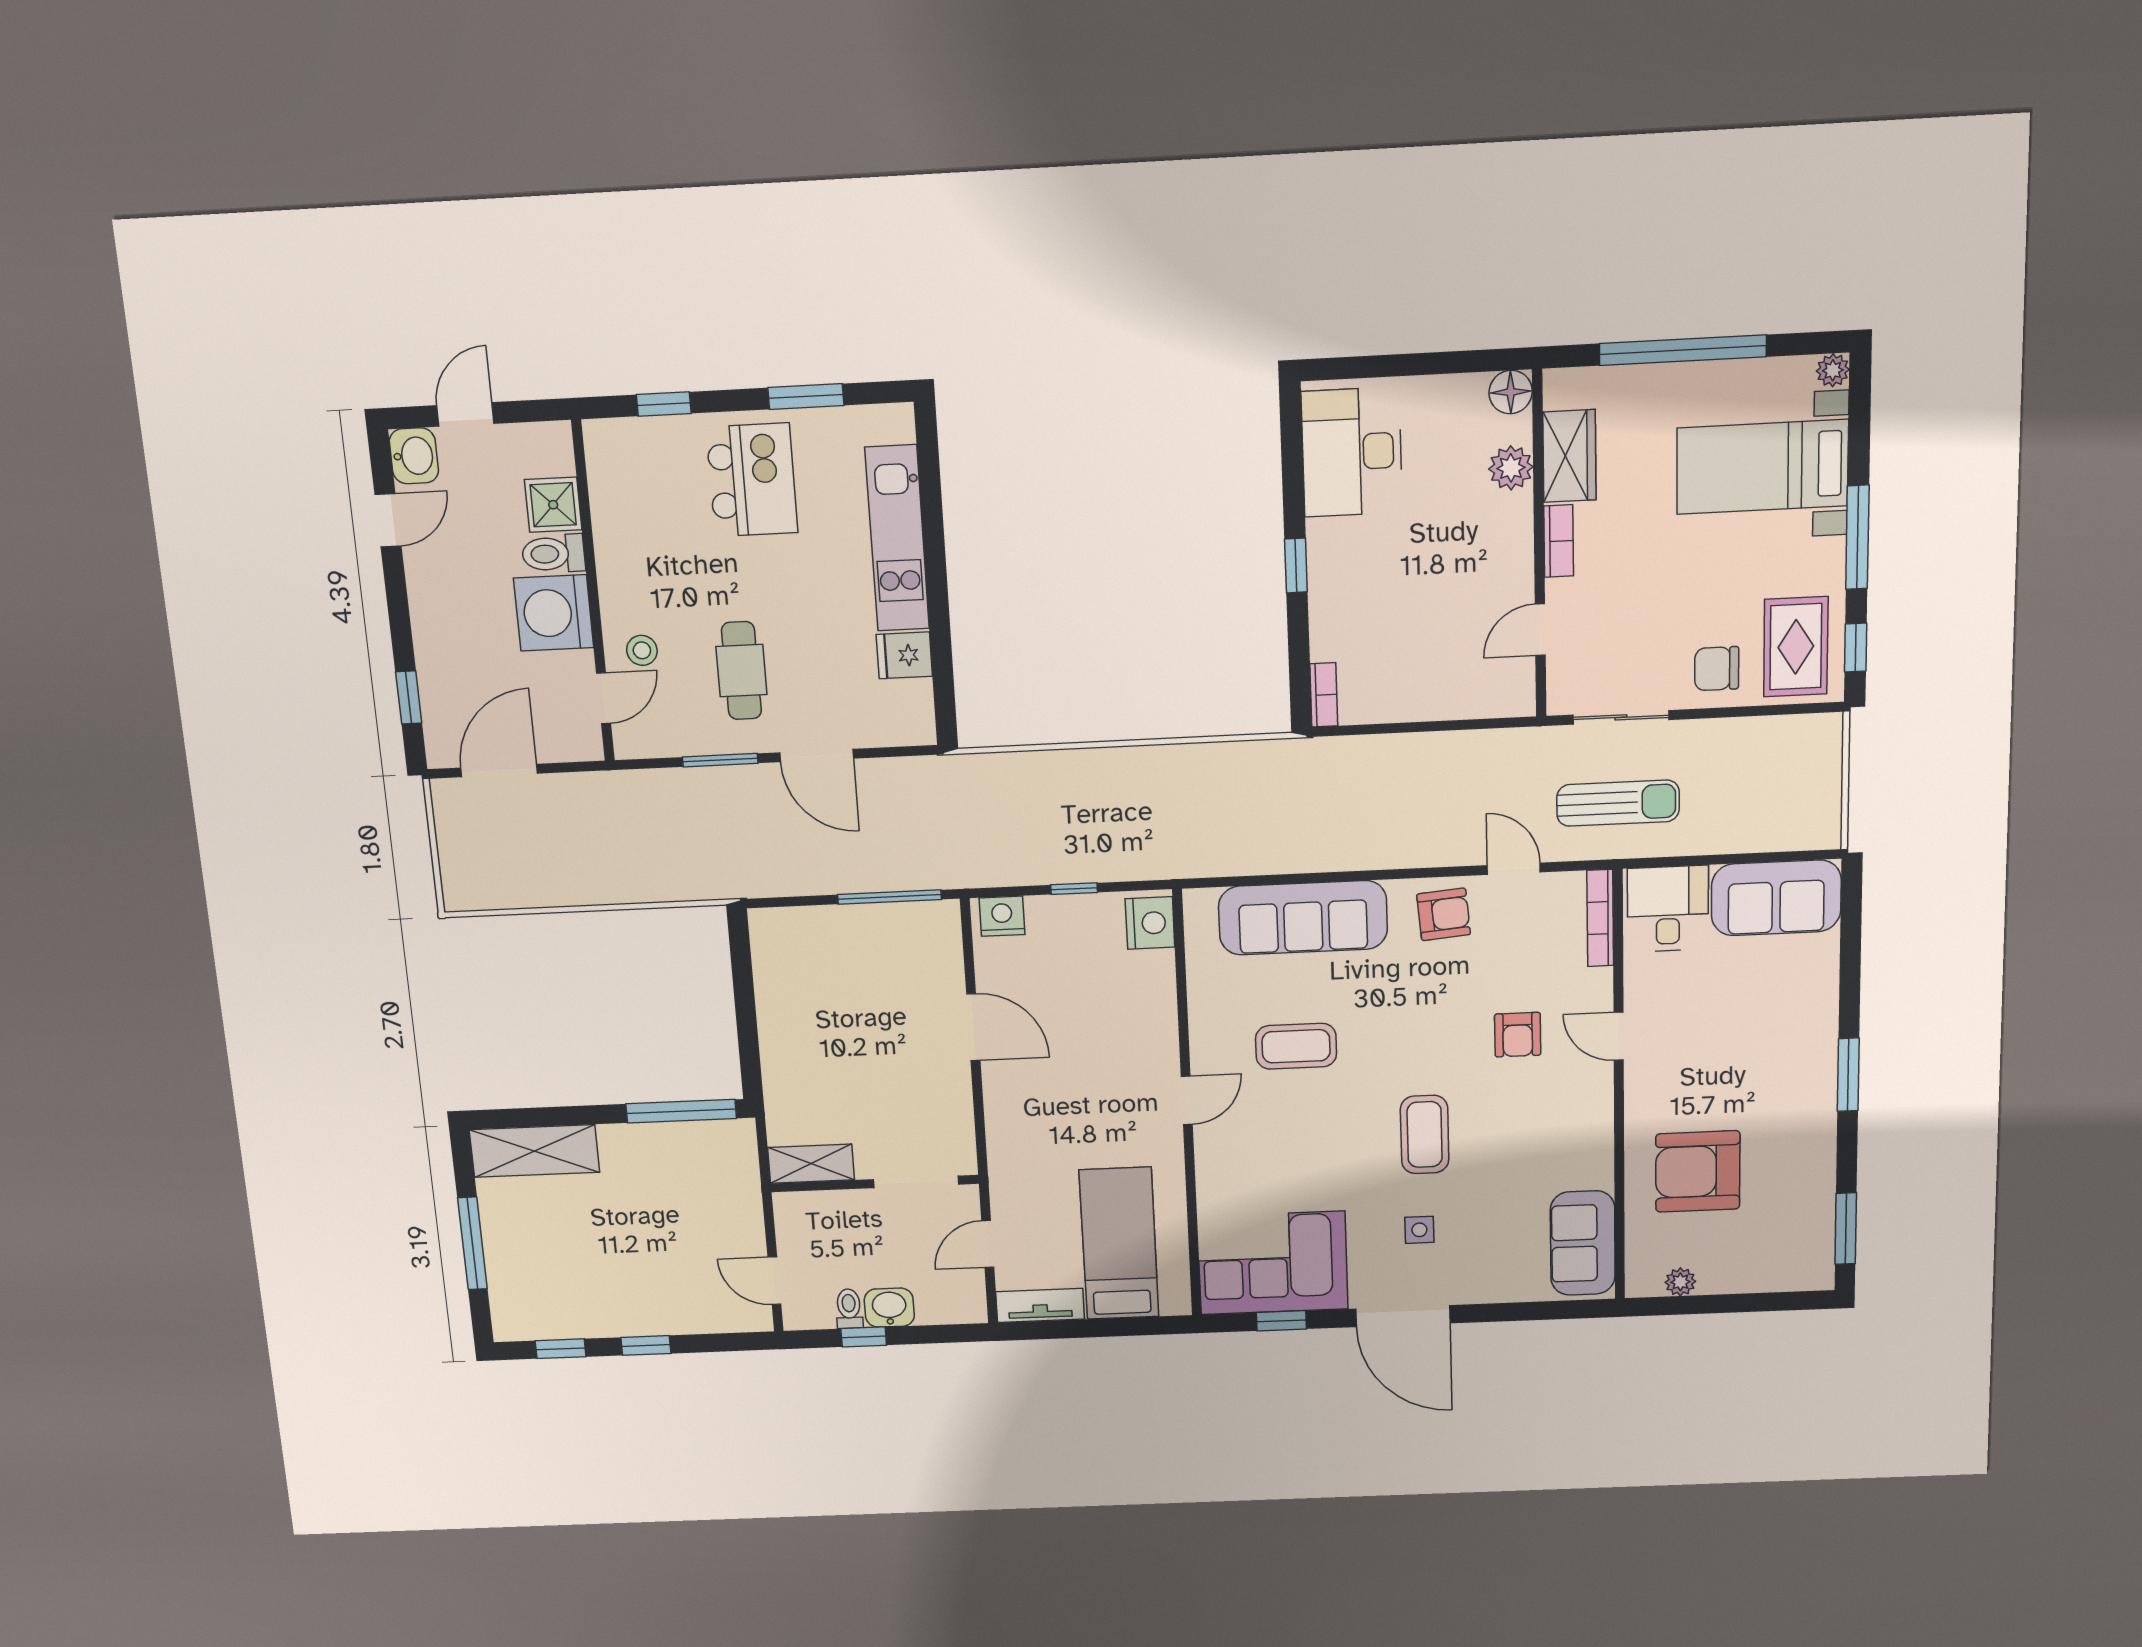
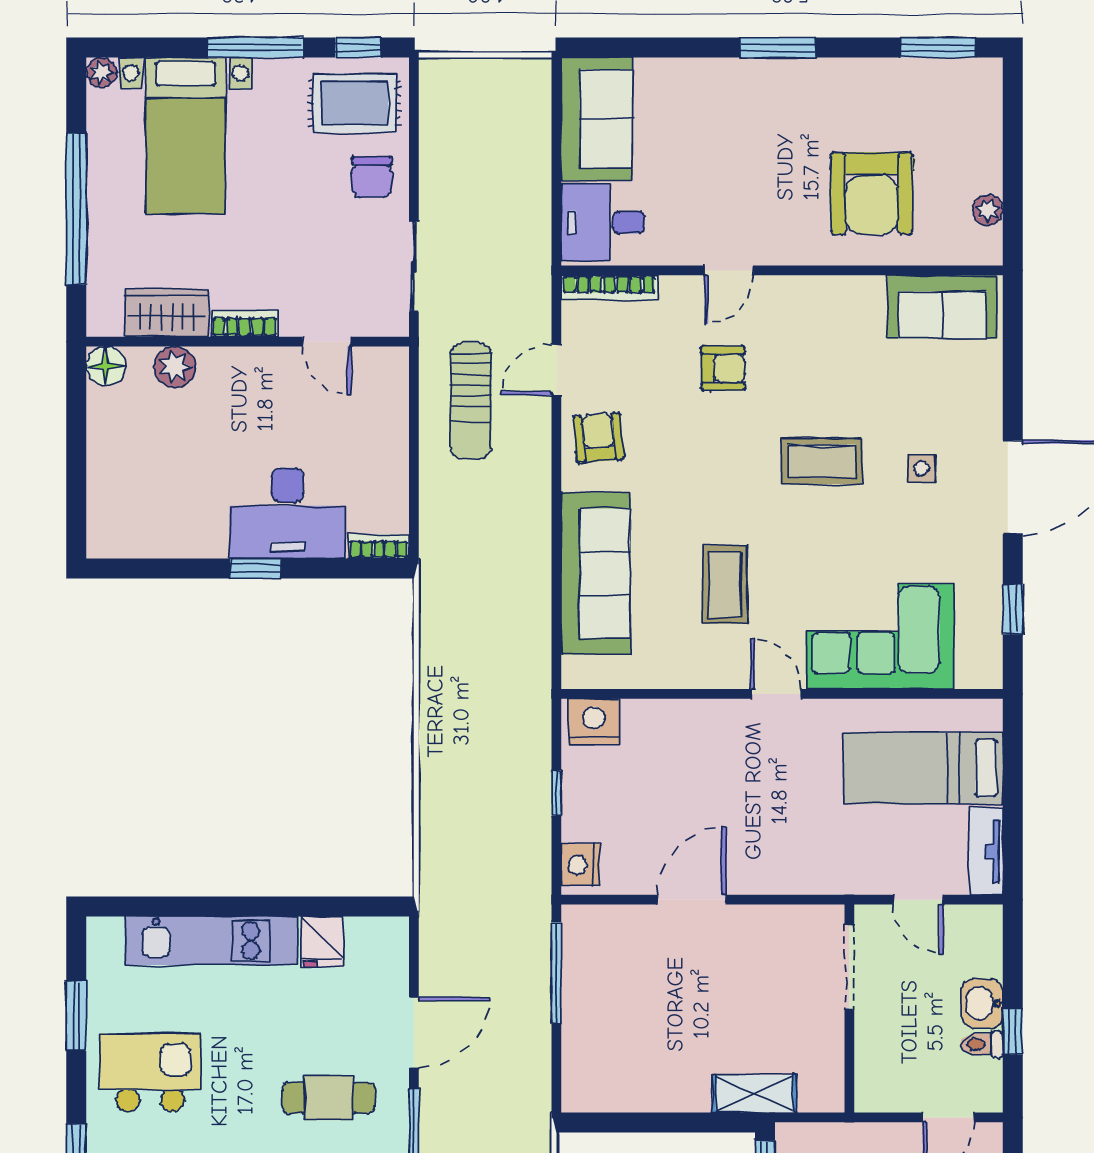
desk: (1352, 452) -> (287, 513), moved
sun lounger: (1618, 803) -> (471, 401), moved, turned 180
shelving: (811, 1164) -> (754, 1094), moved, turned 90
corner sofa: (1273, 1263) -> (881, 637), moved, turned 90

